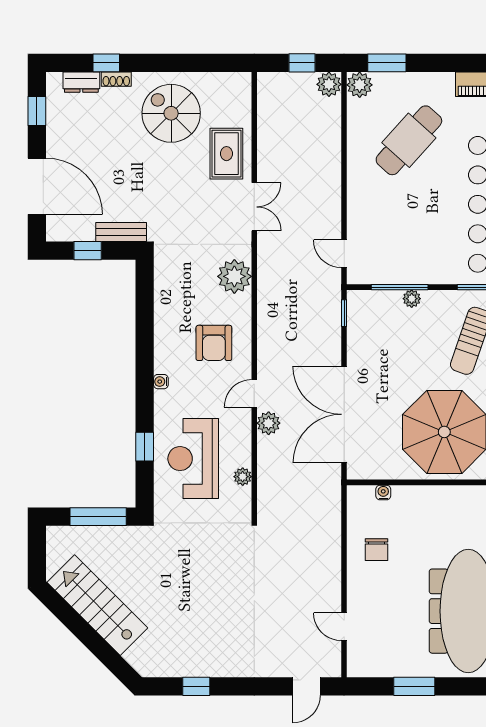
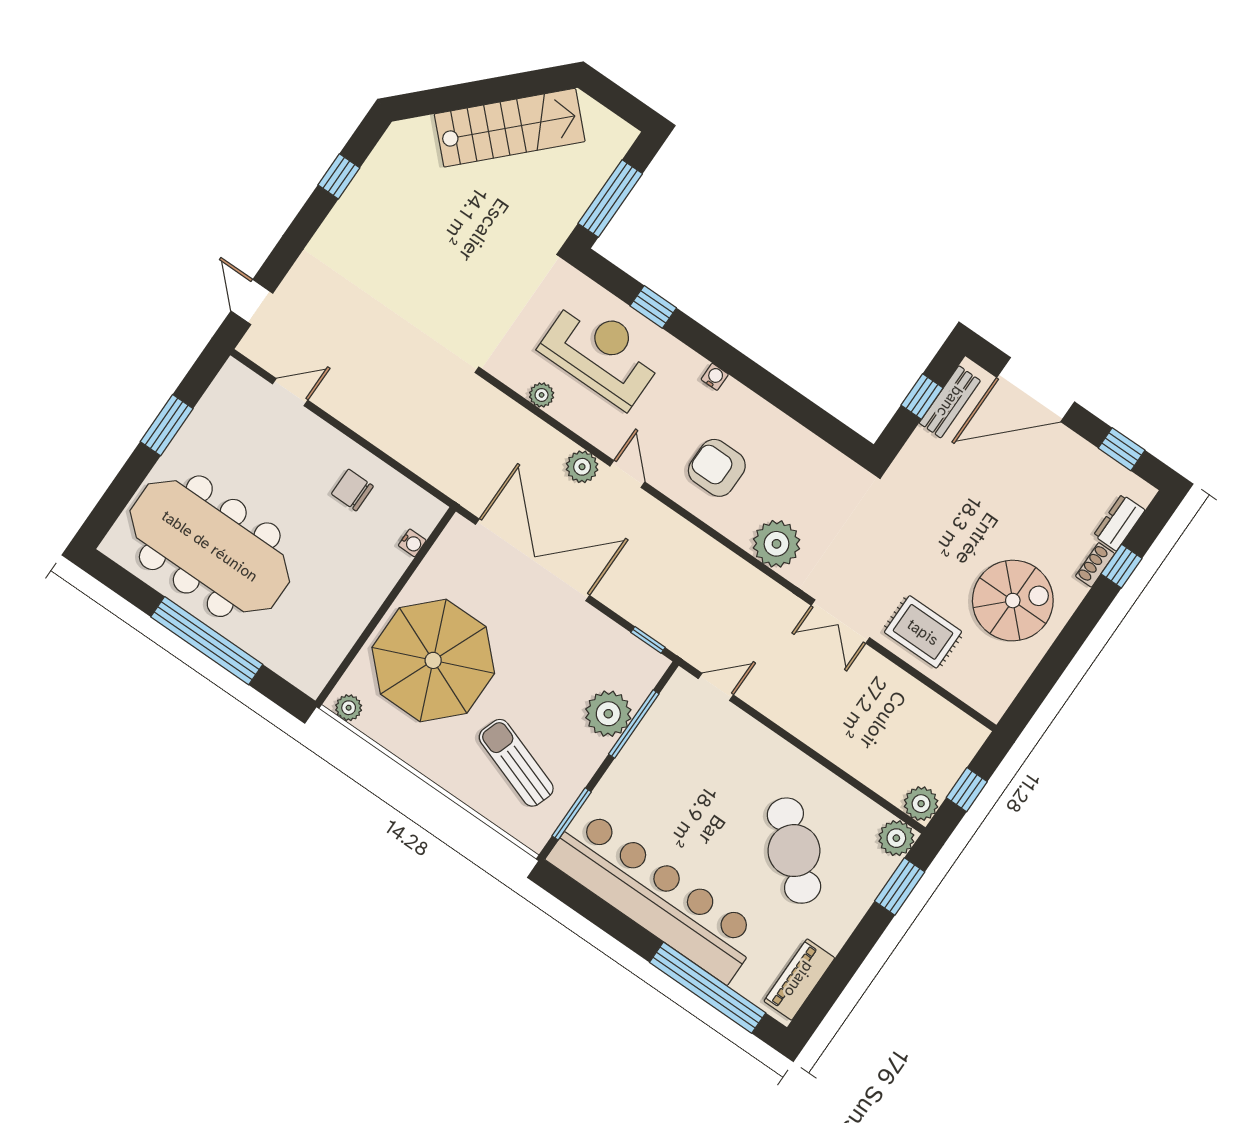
bench: (121, 232) -> (950, 402), moved
plant: (412, 299) -> (608, 714), width x1.88, depth x1.88

